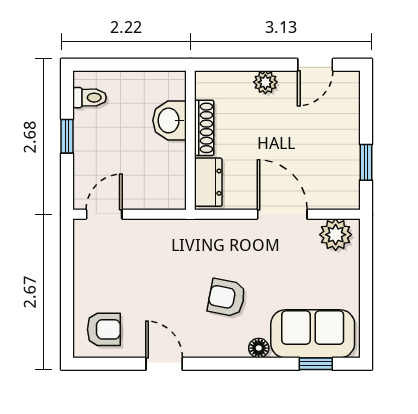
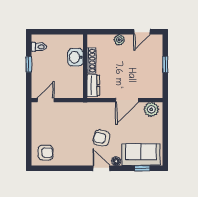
window: (366, 162) -> (165, 64), moved
door: (282, 214) -> (127, 100), swing flipped
door: (164, 364) -> (101, 168), moved

